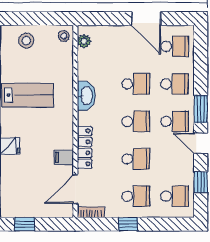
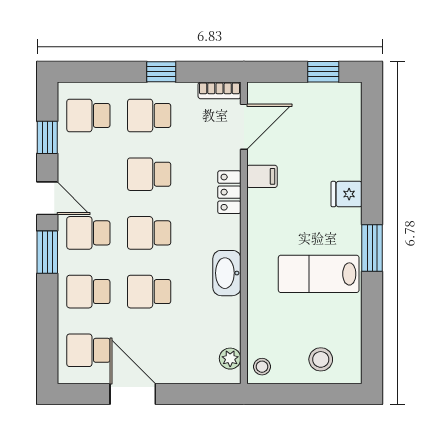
locker: (85, 147) -> (229, 192), width x0.66

